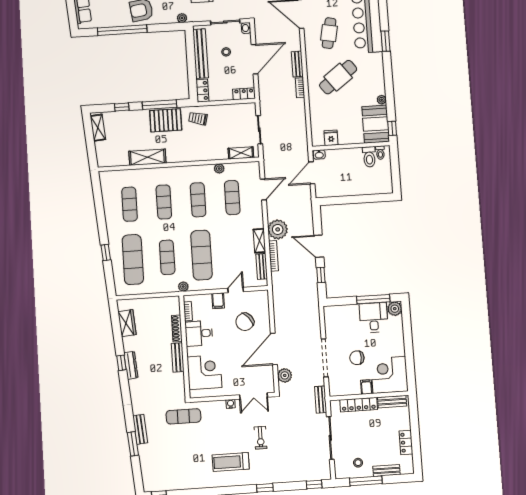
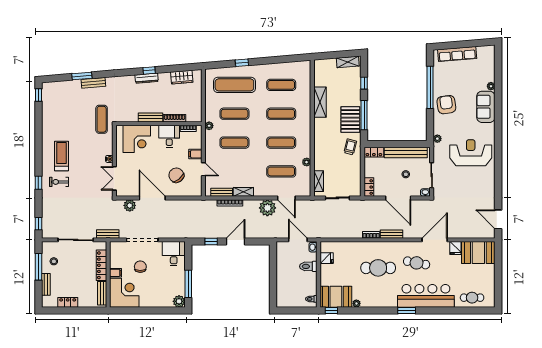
cafe table: (338, 77) -> (378, 268), turned -53
toilet: (369, 157) -> (308, 266), moved
plant: (278, 229) -> (267, 208), moved
exercise mat: (202, 255) -> (234, 143), width x0.73, depth x0.69
desk: (374, 318) -> (174, 254), moved, turned -90
exercise bike: (260, 438) -> (59, 182), moved

